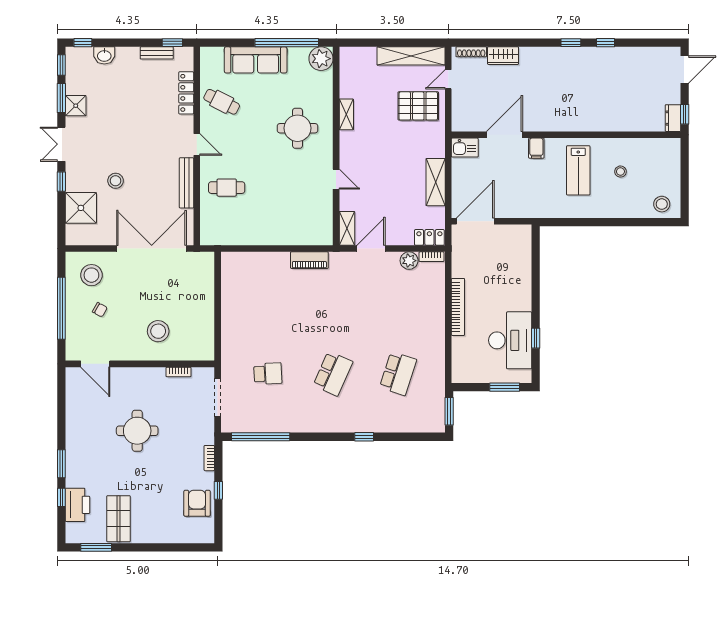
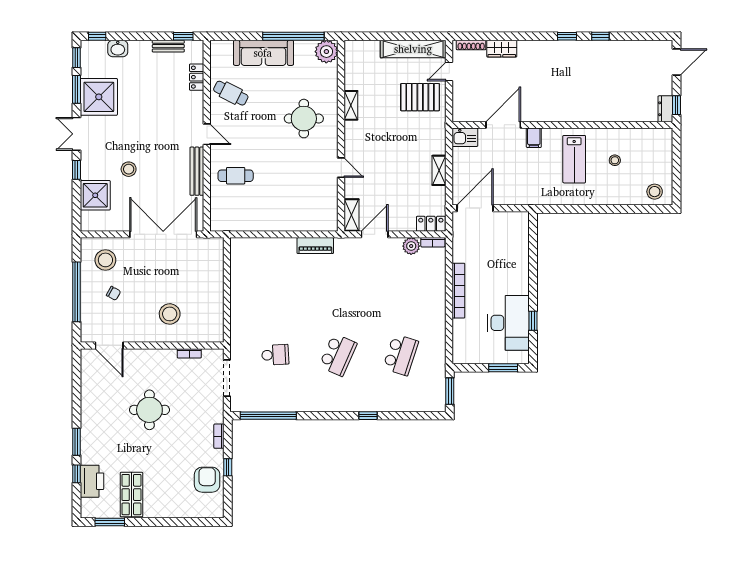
locker: (186, 93) -> (197, 77), width x0.66
shower: (76, 106) -> (99, 97), width x1.86, depth x1.86
shelving: (436, 182) -> (439, 170), width x0.67, depth x0.75

